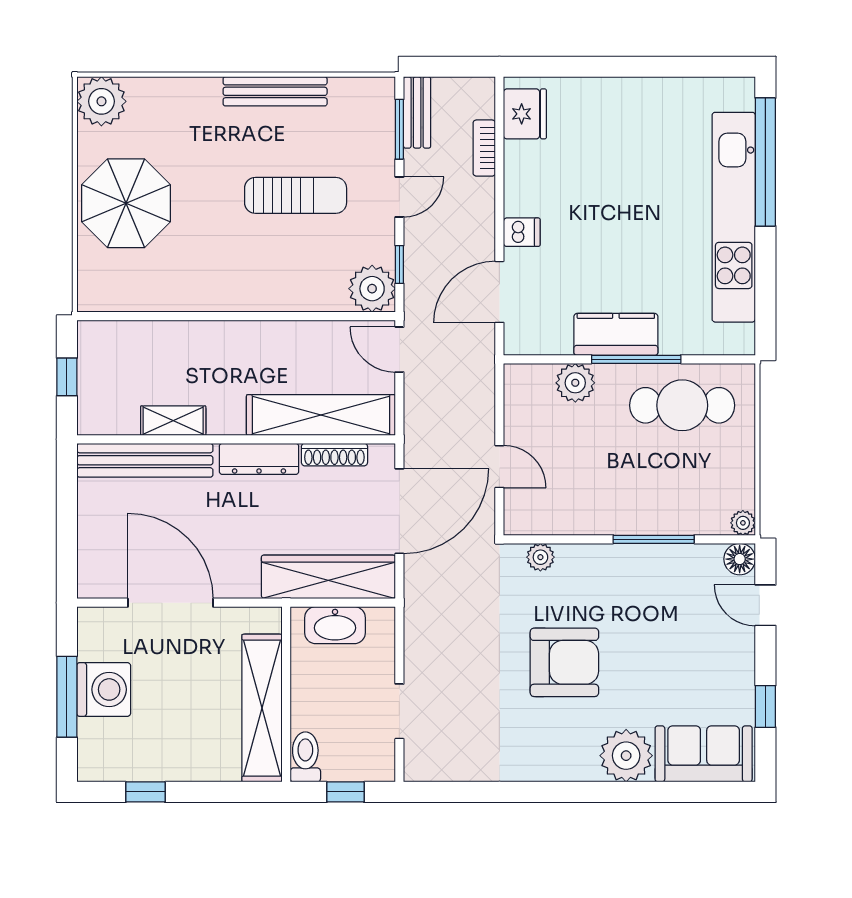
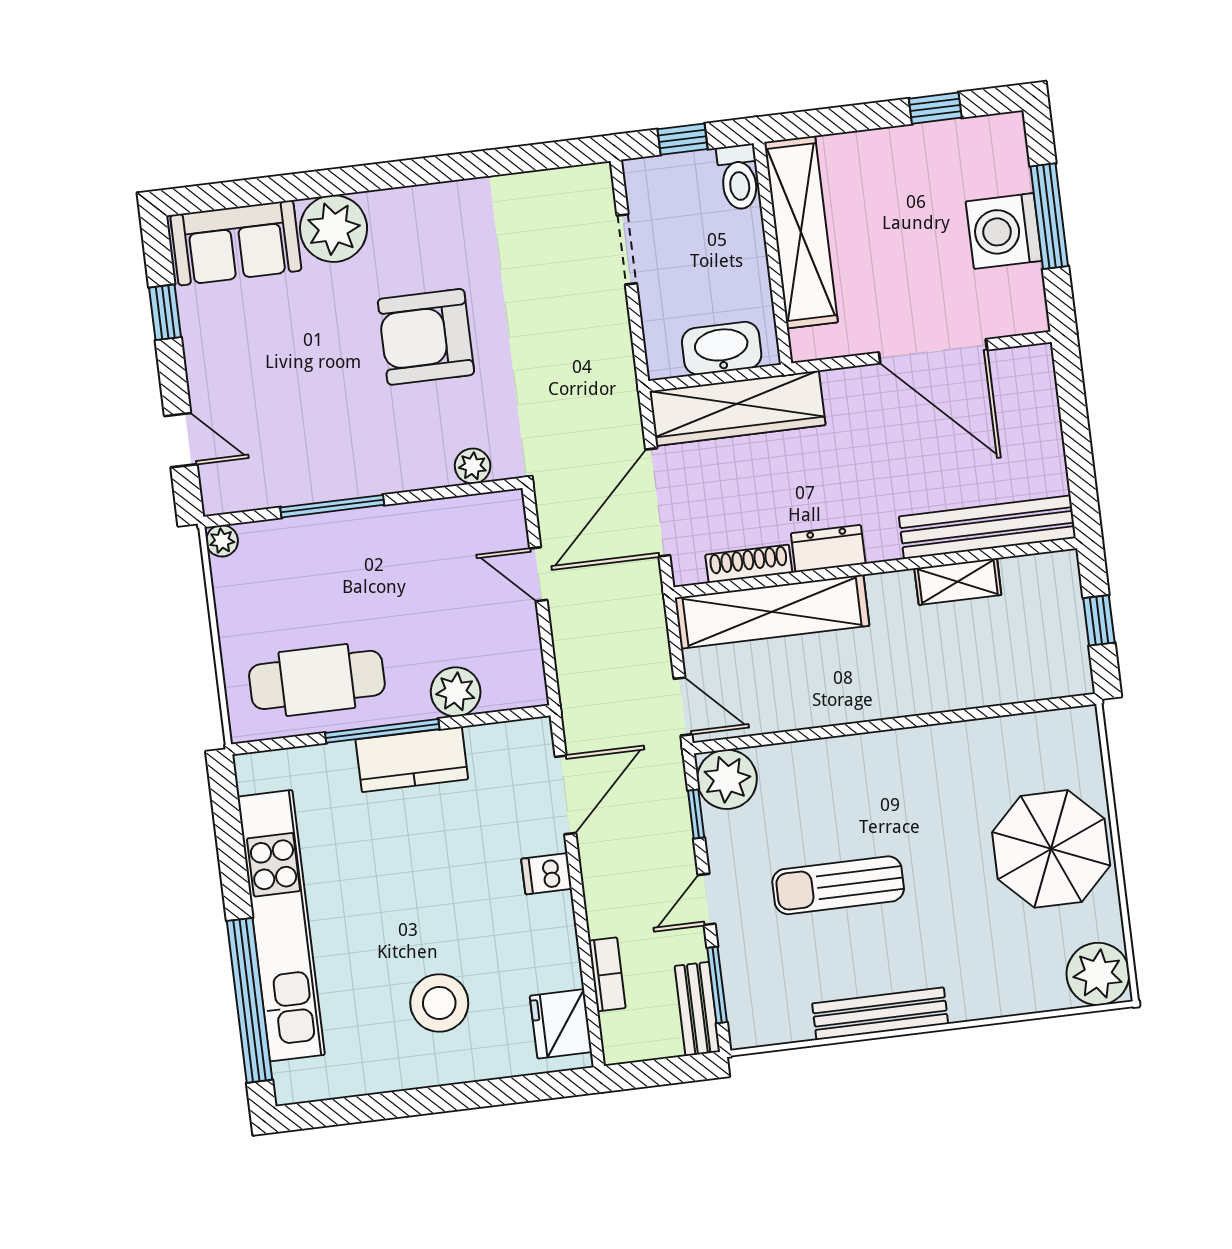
stool: (618, 142) -> (439, 1003), added
dresser: (259, 459) -> (828, 548), width x0.70
floor lamp: (740, 559) -> (220, 495), removed

